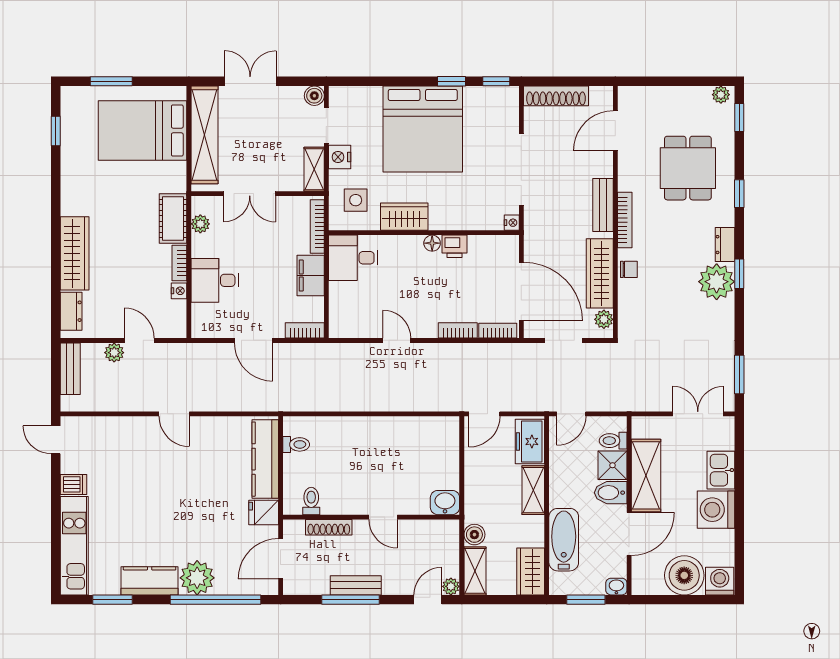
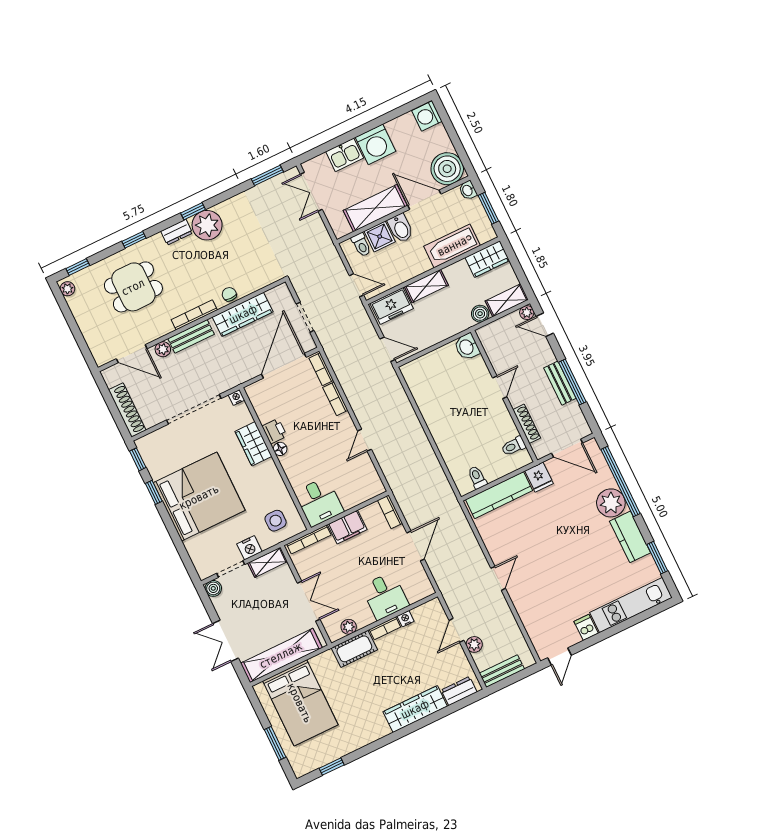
wardrobe: (404, 217) -> (254, 444), moved
plant: (604, 319) -> (163, 349), moved
boiler: (684, 575) -> (447, 169), moved

